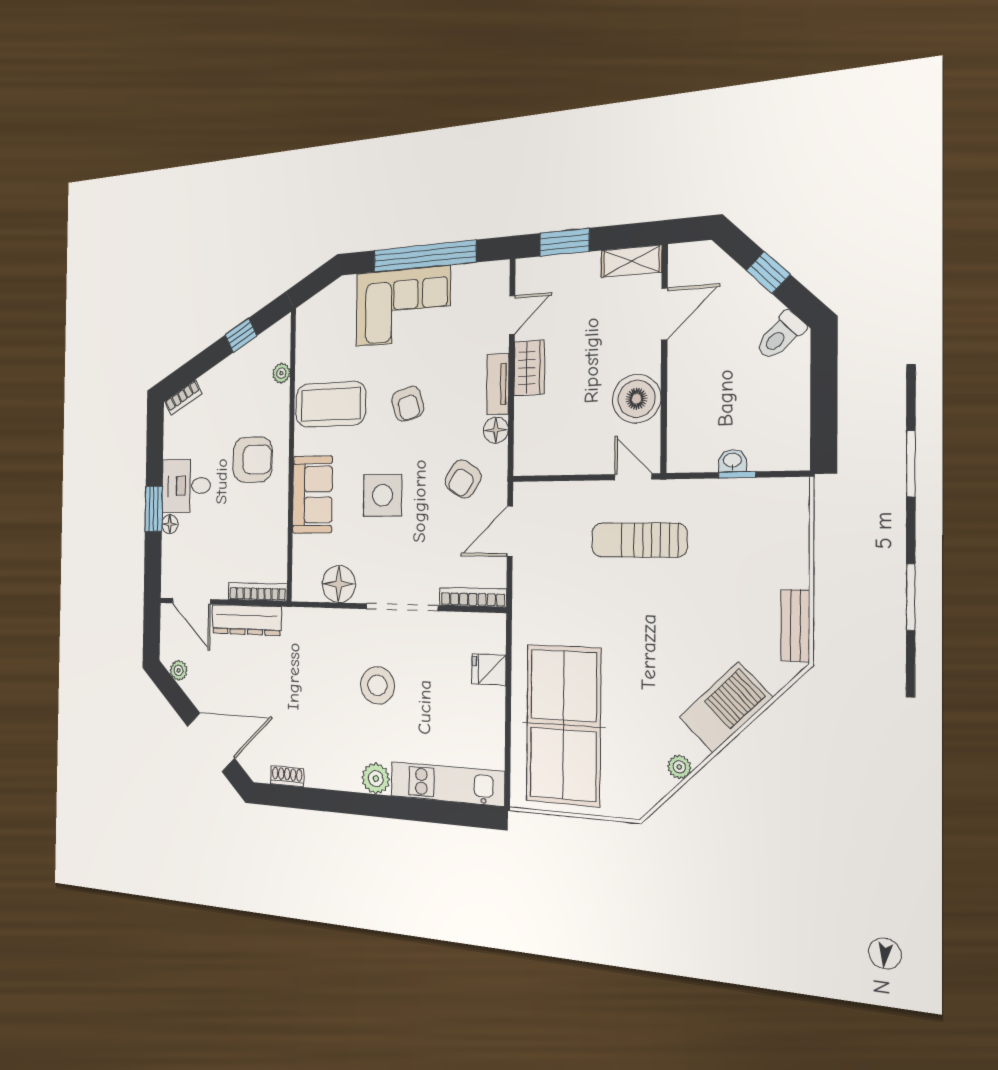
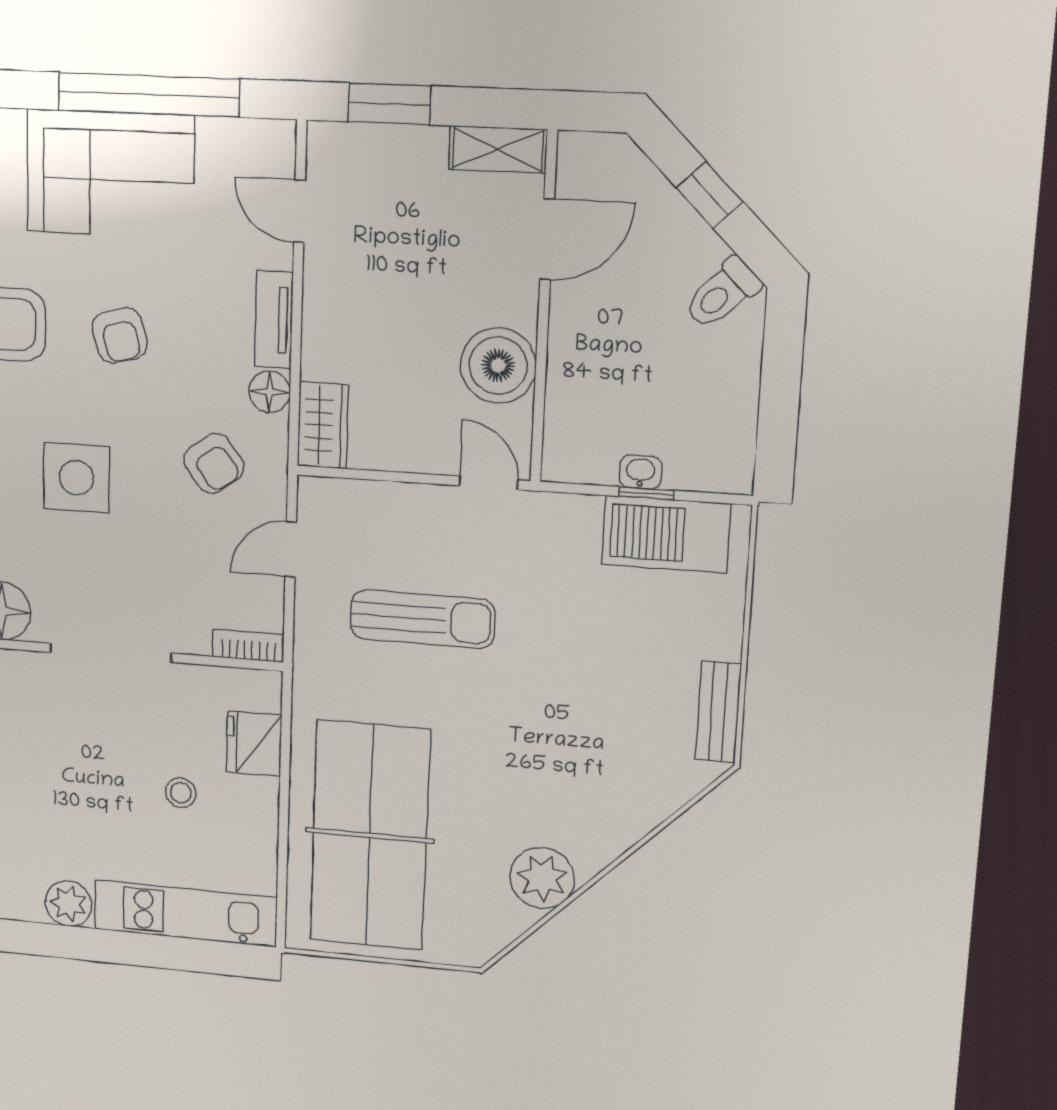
door: (512, 315) -> (299, 211), swing flipped
wardrobe: (529, 368) -> (323, 425), moved
armchair: (463, 479) -> (214, 463), turned -70
door: (510, 531) -> (291, 549), width x0.73
sun lounger: (639, 540) -> (423, 619), moved, turned 180
bookcase: (473, 597) -> (248, 646), width x0.64
fridge: (489, 670) -> (254, 744), width x1.38
stool: (377, 685) -> (181, 793), moved, width x0.53, depth x0.53
barbecue: (726, 707) -> (666, 534), moved, turned -135
plant: (679, 767) -> (542, 878), width x1.87, depth x1.87

